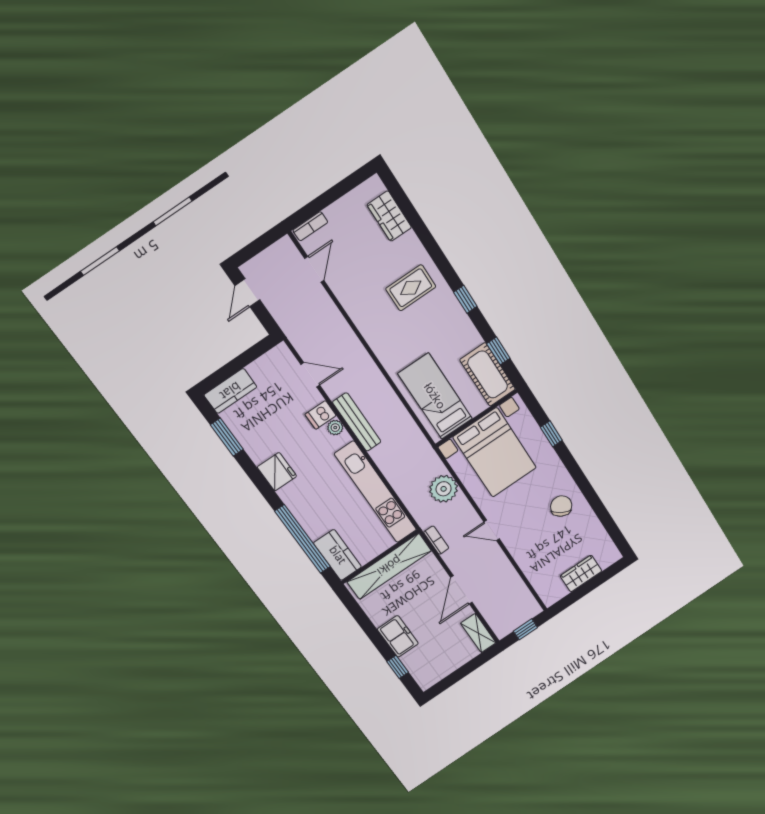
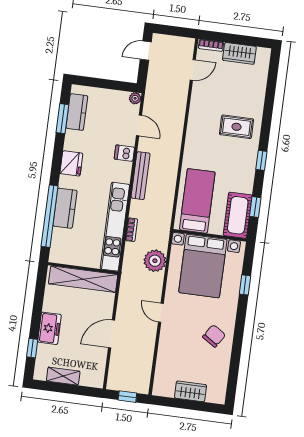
wardrobe: (389, 216) -> (239, 53), moved, turned -90
kitchen counter: (230, 391) -> (77, 112), moved, turned -90
plant: (335, 428) -> (135, 98), moved
bookcase: (436, 540) -> (132, 230), moved
kitchen counter: (338, 555) -> (65, 208), moved
shelving: (478, 633) -> (63, 376), moved, turned 90

